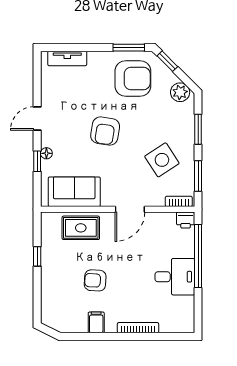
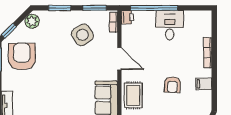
armchair: (105, 131) -> (61, 77), removed

